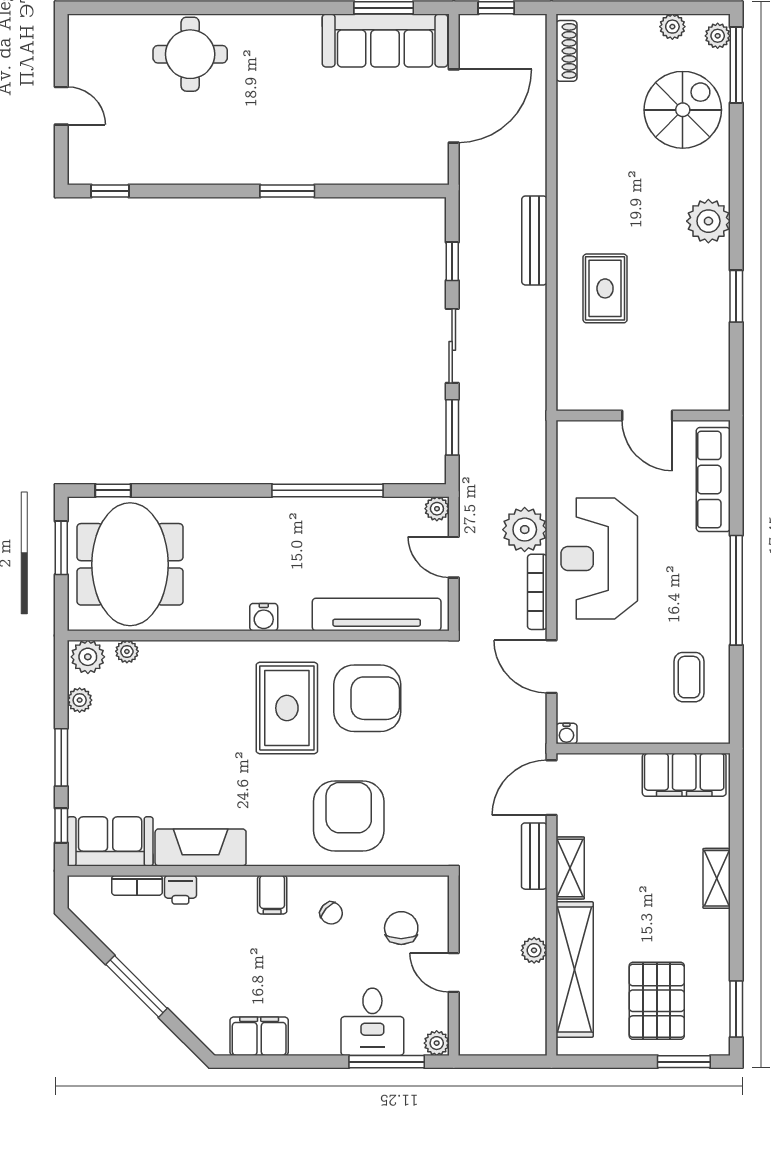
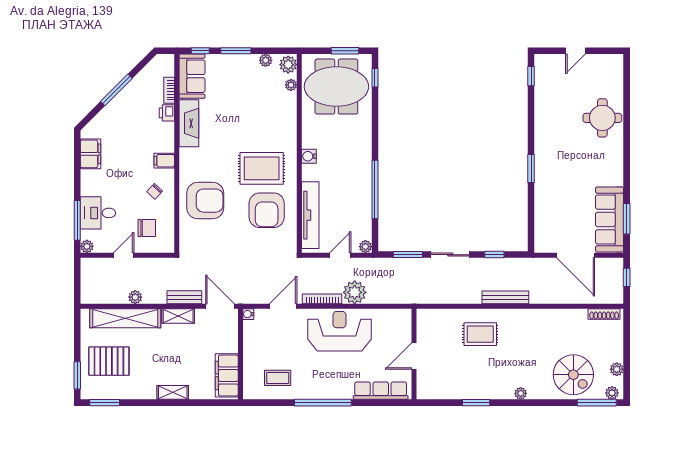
plant: (708, 221) -> (521, 393), width x0.53, depth x0.53

